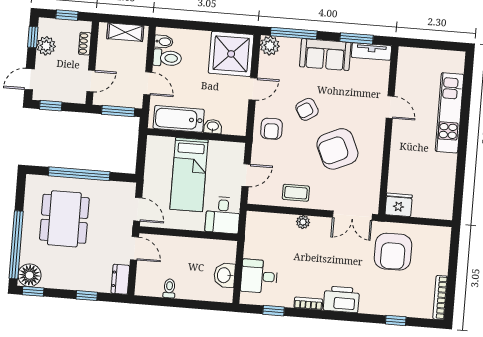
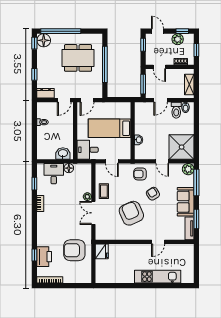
bathtub: (179, 119) -> (141, 120), removed
double door: (352, 216) -> (93, 213), moved
floor lamp: (252, 250) -> (69, 168), added
washbasin: (224, 275) -> (63, 153), moved
printer: (341, 299) -> (44, 257), moved

